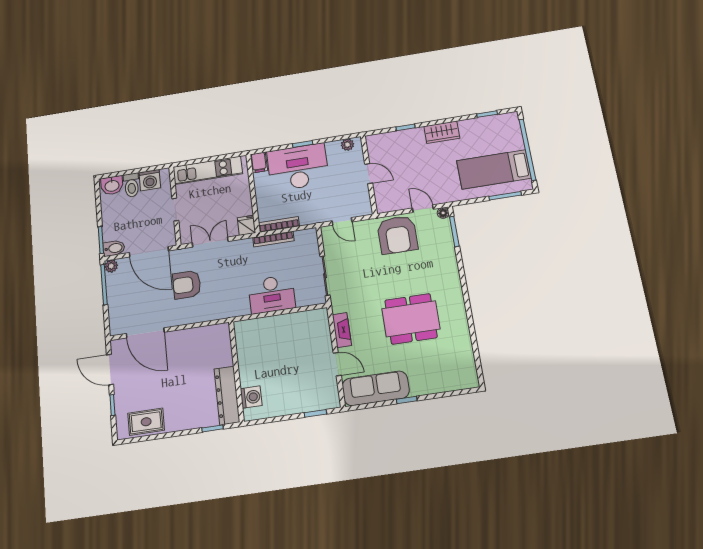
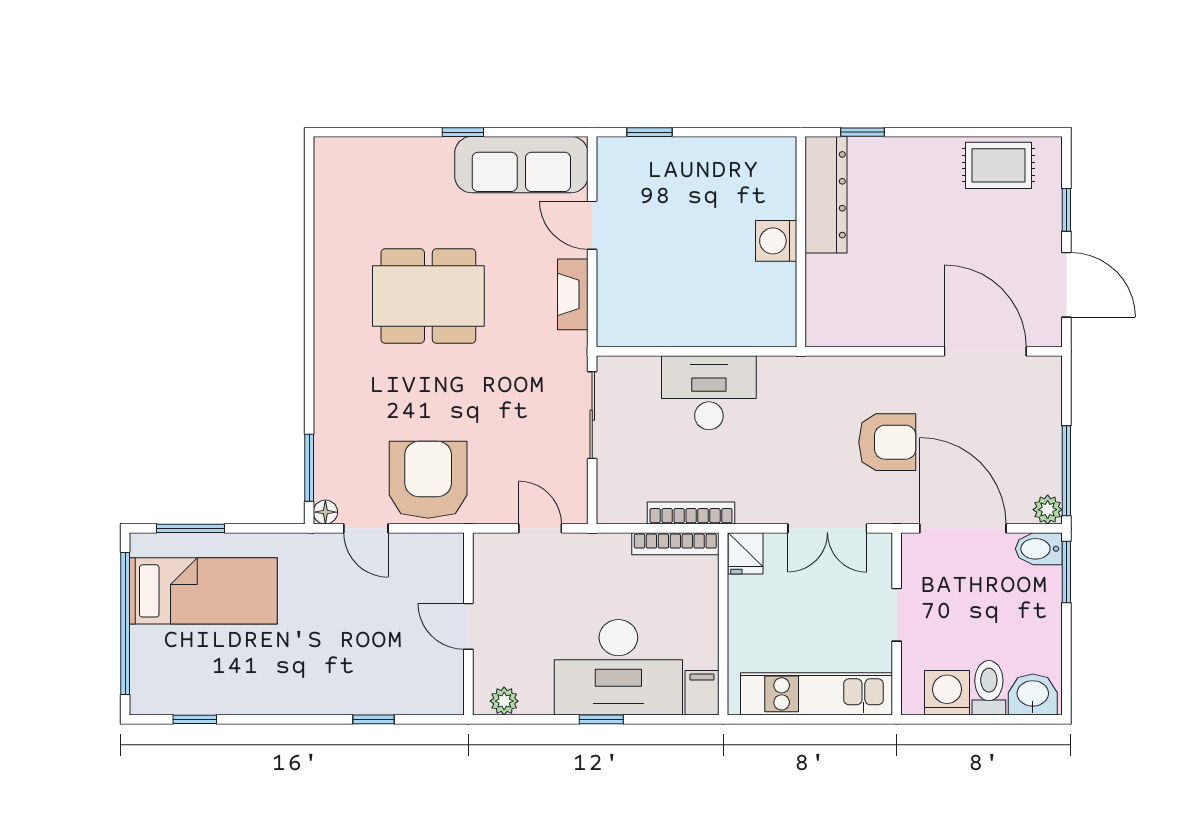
wardrobe: (442, 132) -> (298, 694), removed
washing machine: (251, 397) -> (776, 241), moved

